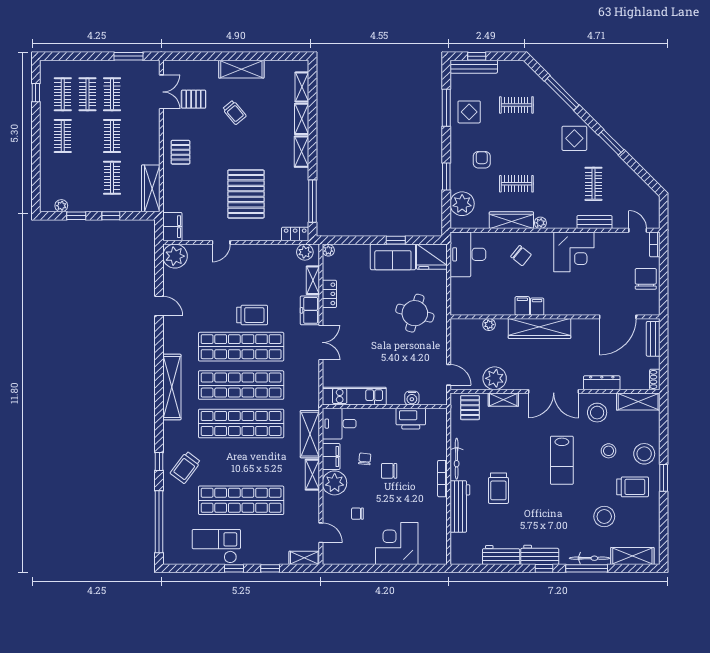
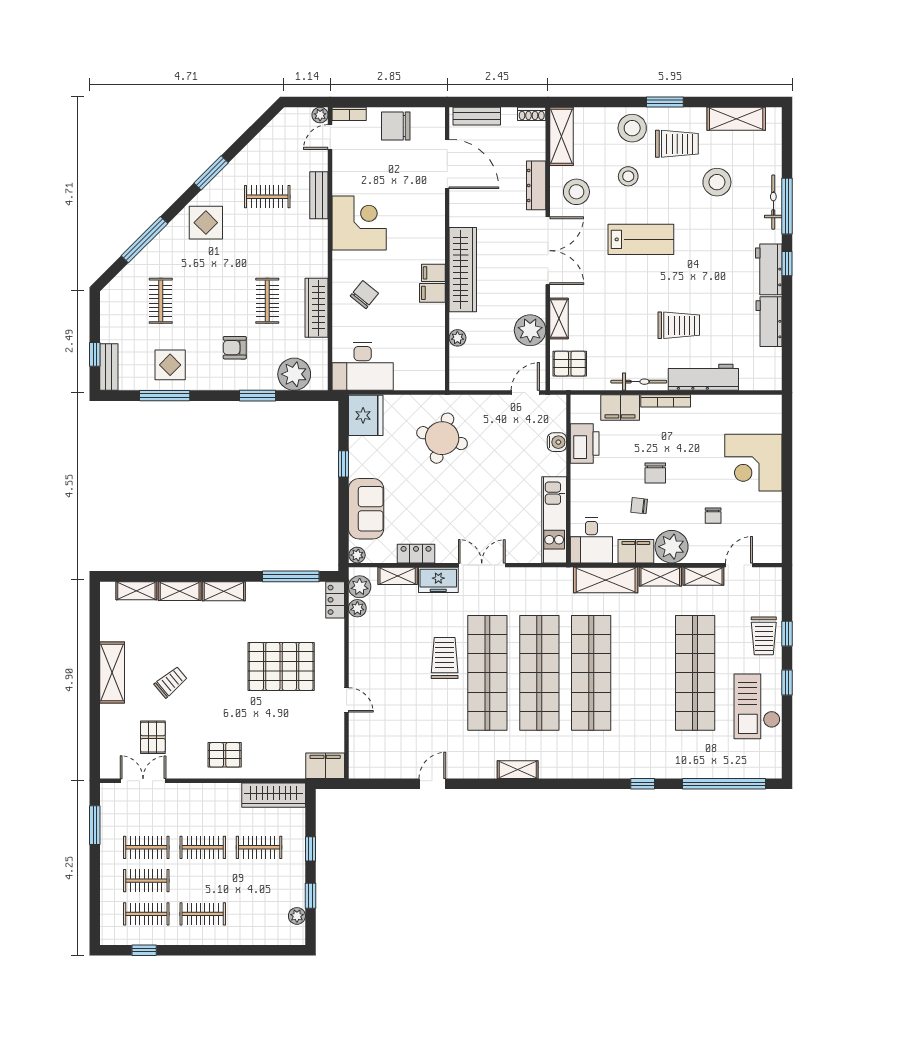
bench: (474, 67) -> (109, 367), width x0.73
plant: (540, 223) -> (320, 115), moved
plant: (175, 256) -> (357, 608), moved, width x0.53, depth x0.53
sofa: (393, 257) -> (366, 509), moved
shelving: (172, 387) -> (518, 770), width x0.45, depth x0.75
filing cabinet: (438, 445) -> (620, 407), added
trolley: (185, 467) -> (764, 636), moved, turned 53
trolley: (633, 487) -> (677, 144), turned 90
shelving: (632, 556) -> (736, 119), moved, turned 90
shelving: (304, 558) -> (703, 576), moved, turned 90

